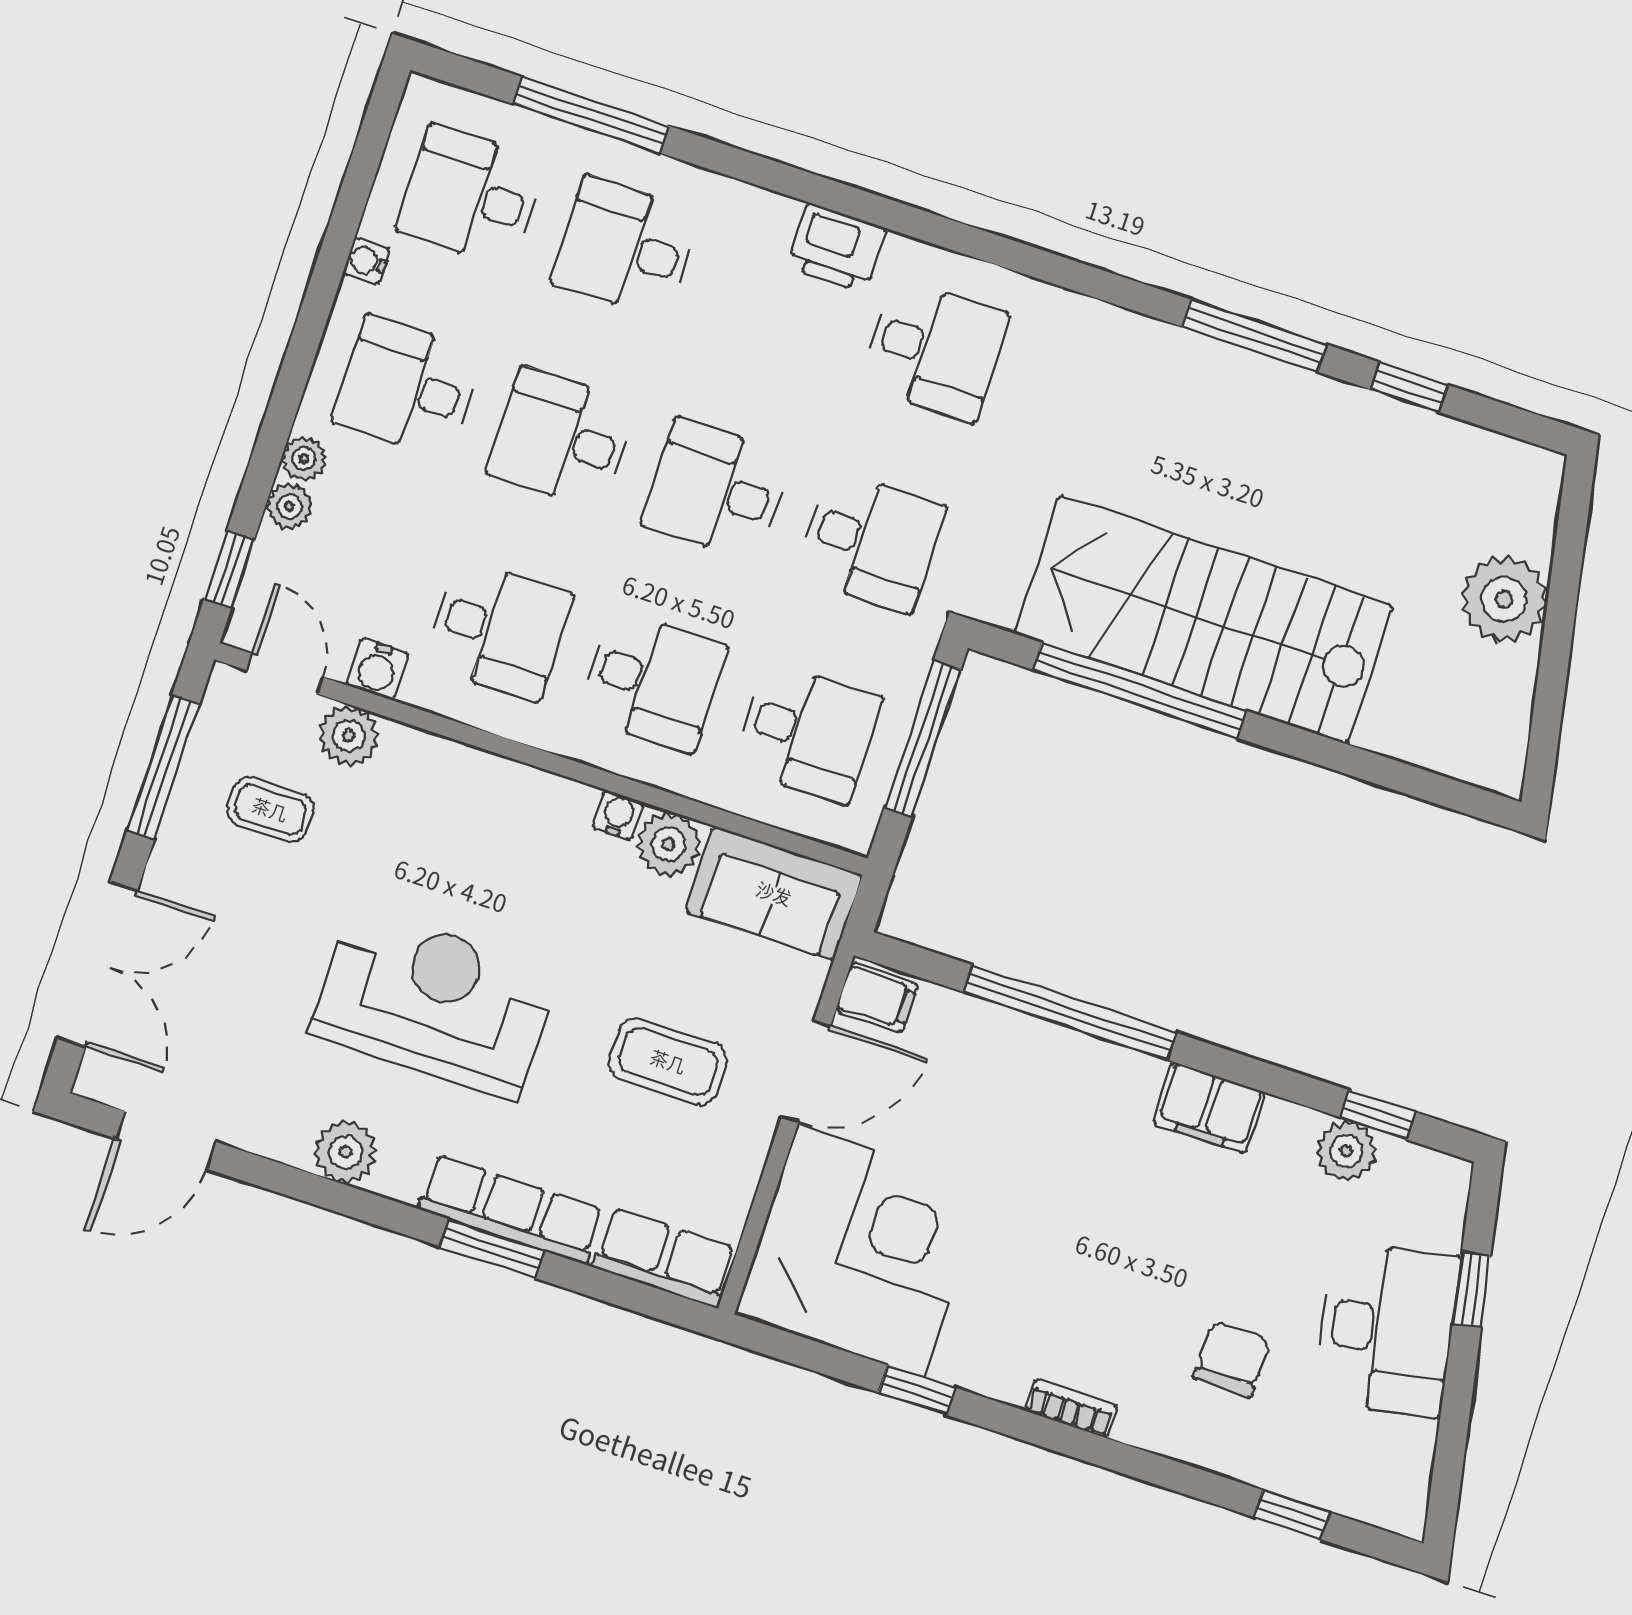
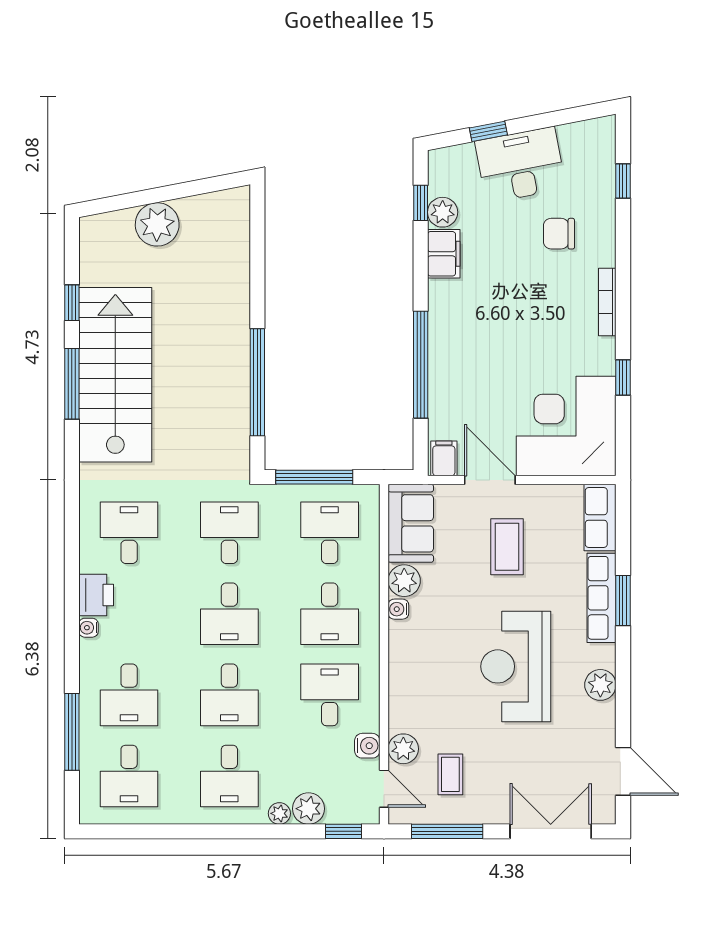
water cooler: (367, 261) -> (88, 628), moved, turned 90
plant: (289, 506) -> (308, 809), width x1.38, depth x1.38
stairs: (1203, 619) -> (115, 375), moved, turned 180
door: (285, 674) -> (384, 789), swing flipped
desk: (653, 681) -> (330, 614), turned 180
filing cabinet: (1209, 1108) -> (444, 254), moved
bookcase: (1071, 1408) -> (607, 302), width x1.56

